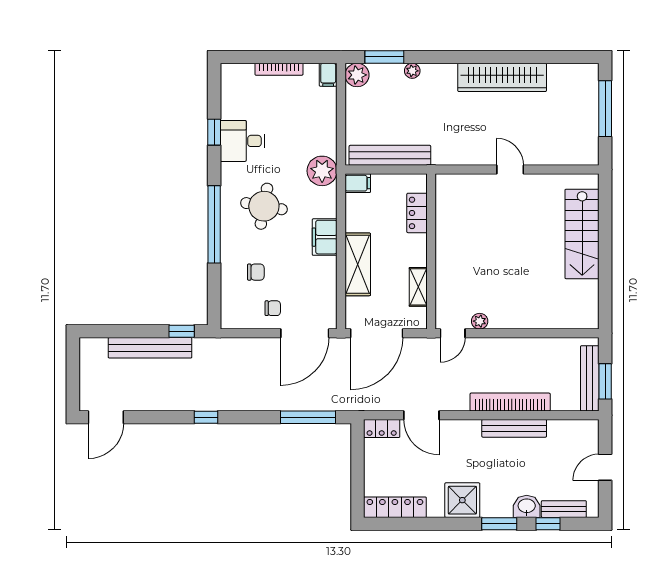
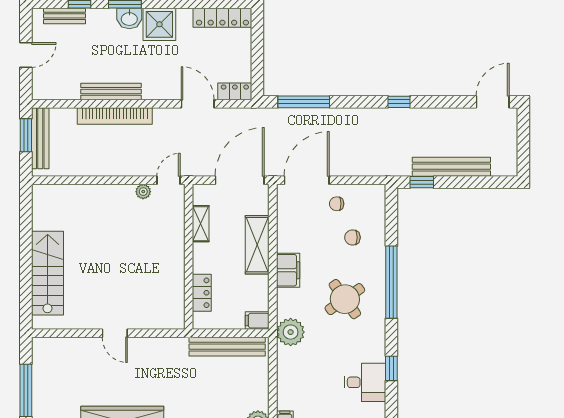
desk: (242, 141) -> (365, 382), moved
round table: (264, 206) -> (345, 299), turned 45
washbasin: (527, 506) -> (129, 18), moved

